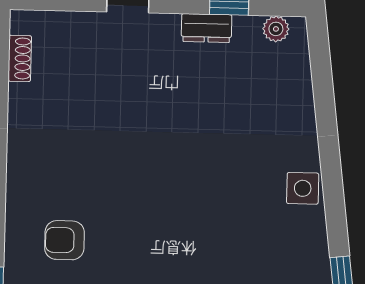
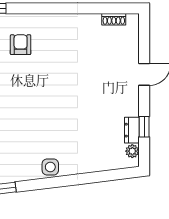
dresser: (206, 28) -> (132, 130), moved

